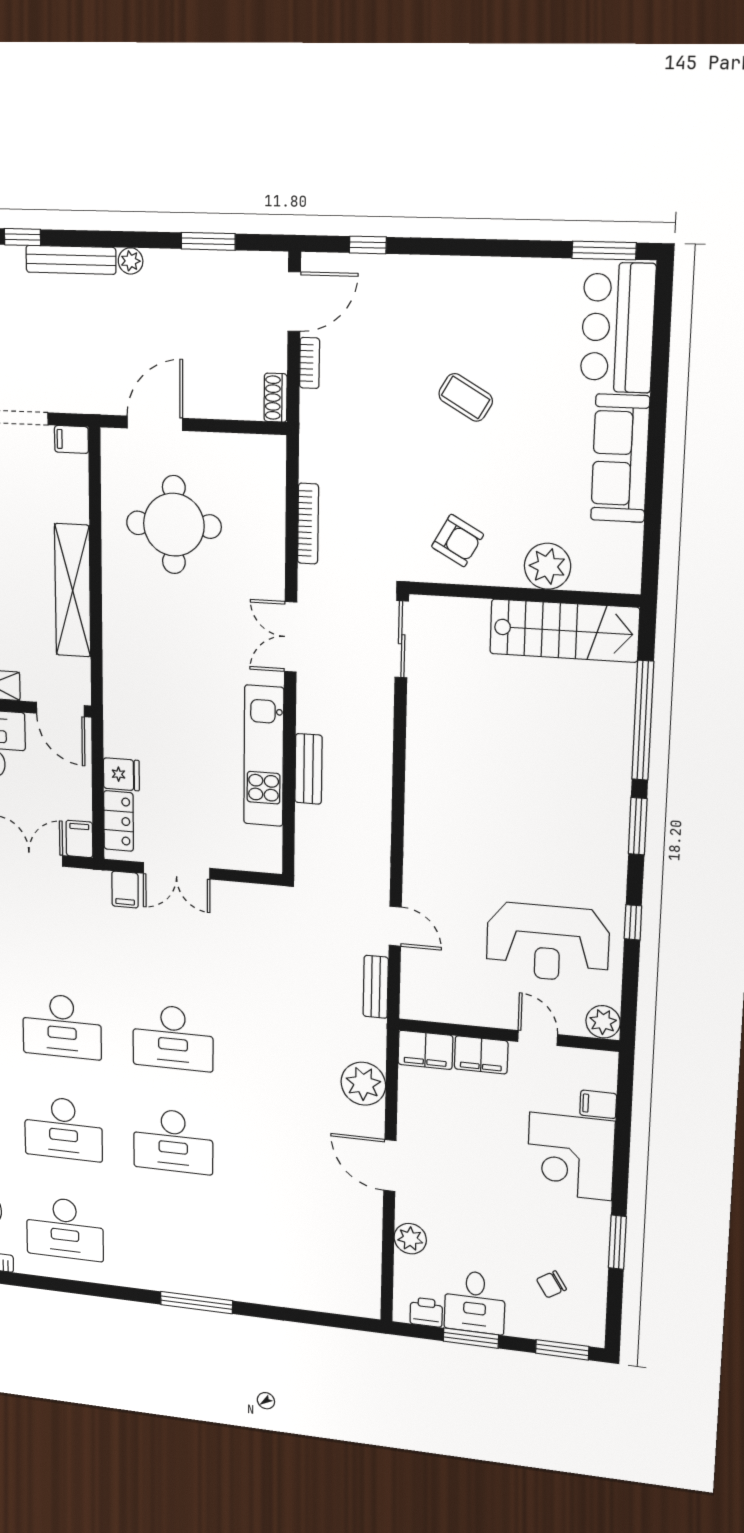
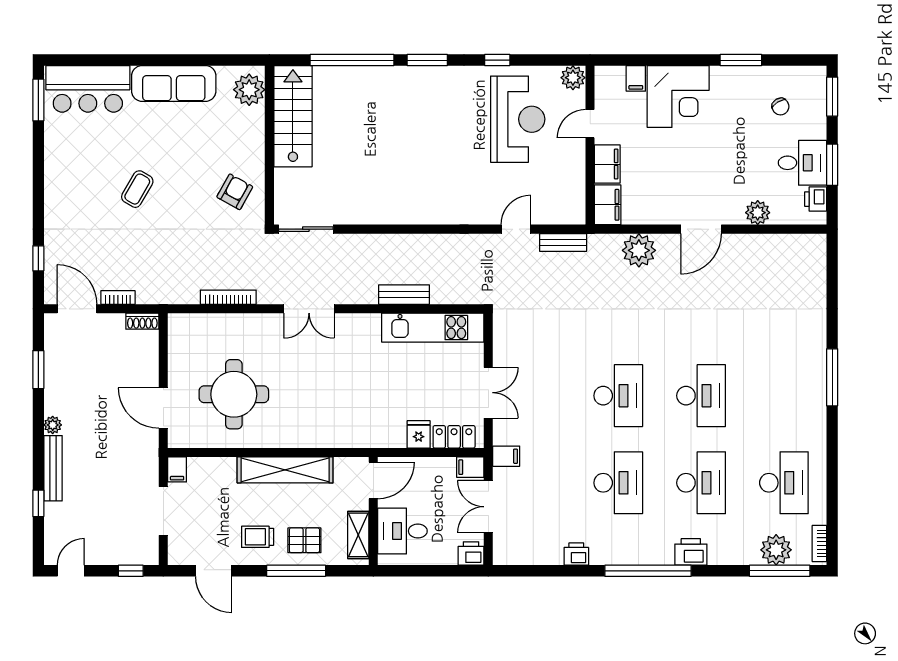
plant: (547, 566) -> (249, 90), moved
kitchen unit: (264, 756) -> (433, 328), moved
filing cabinet: (125, 890) -> (506, 456), moved

